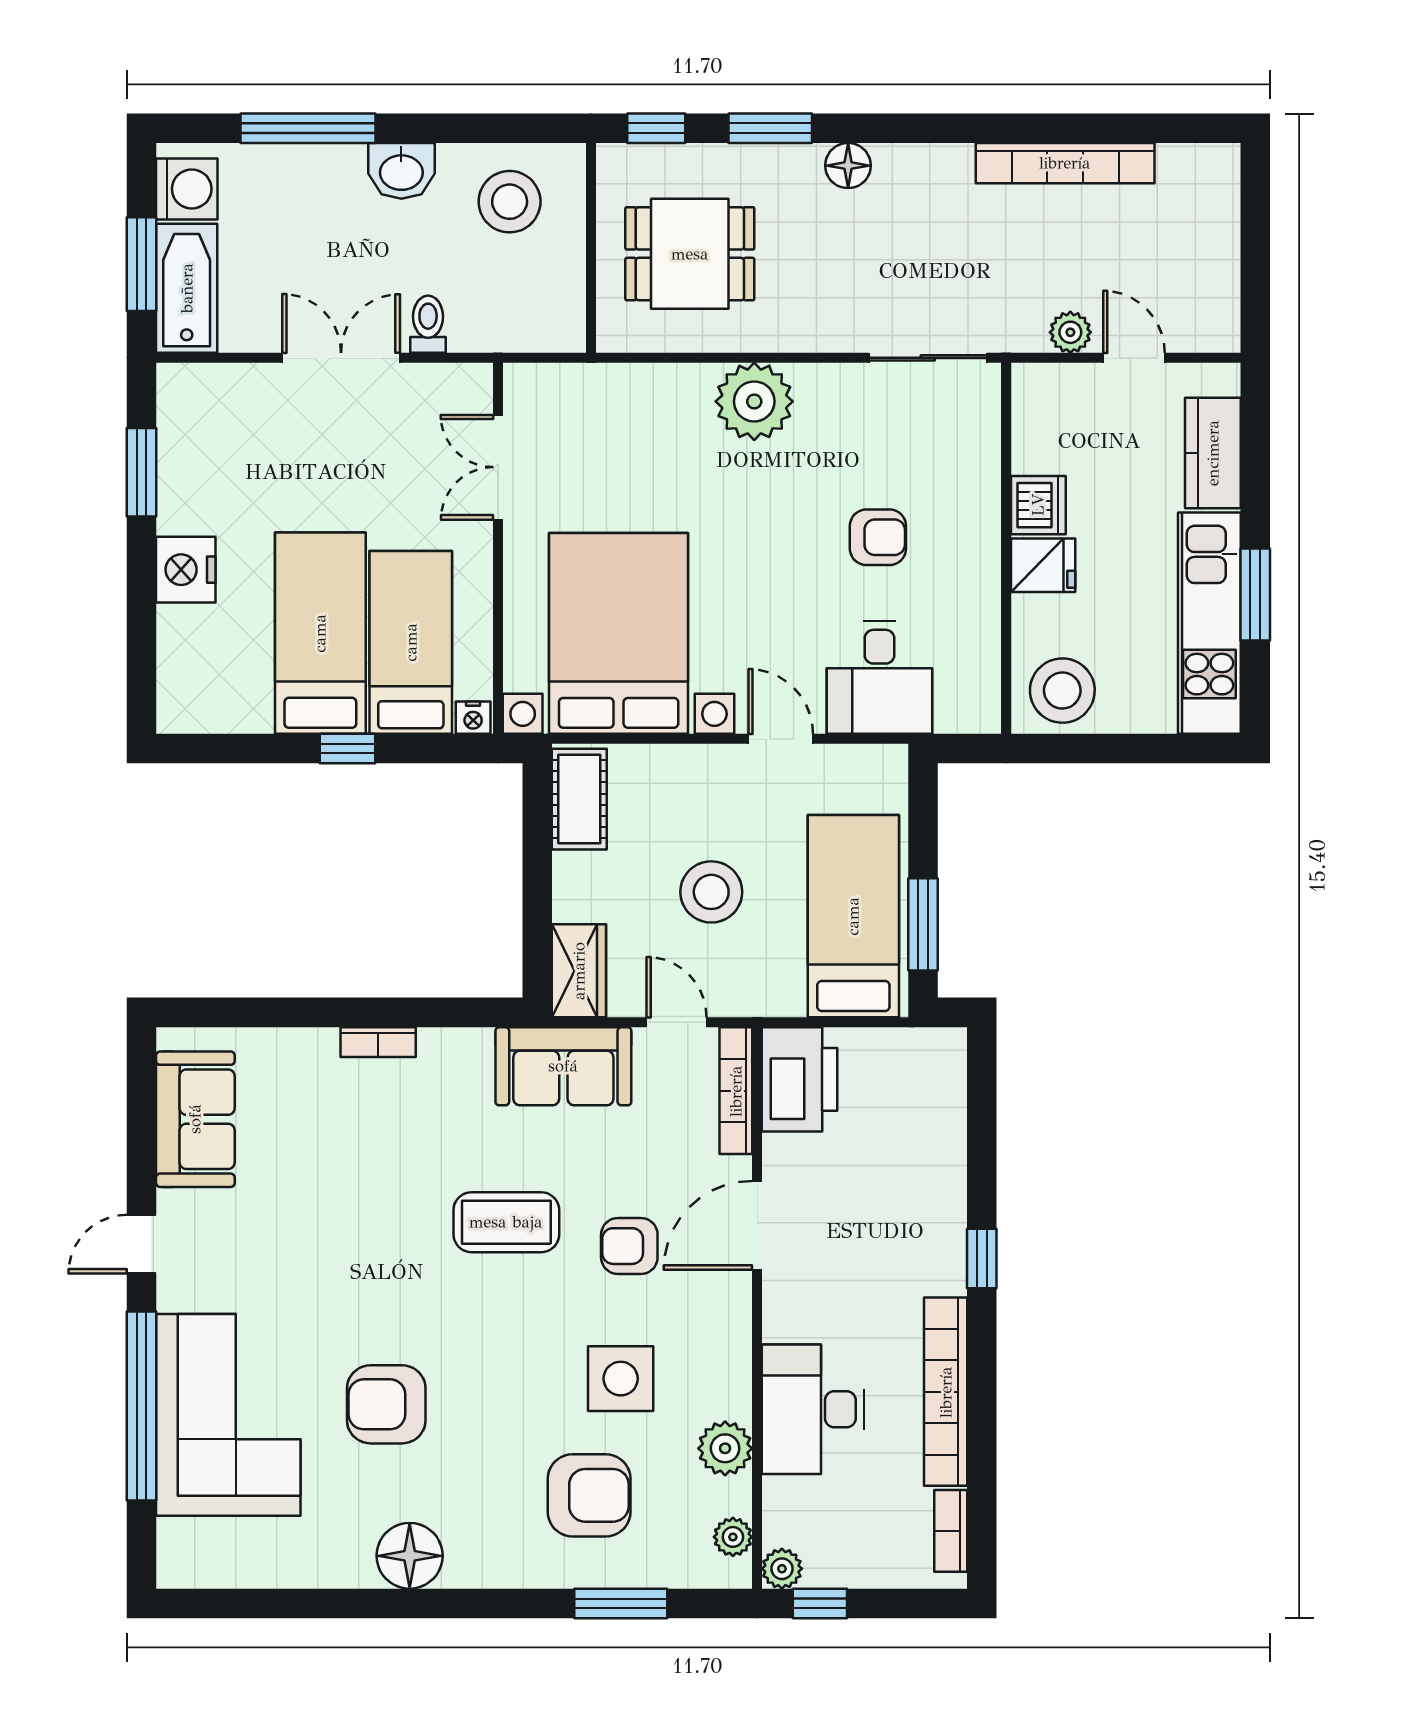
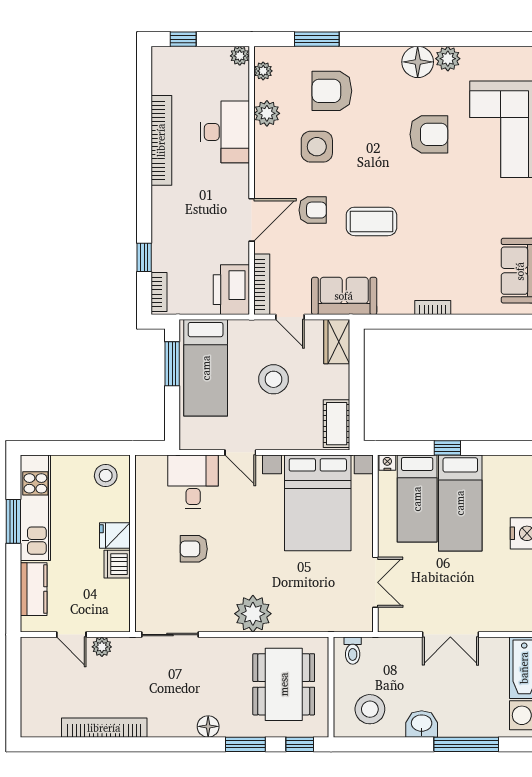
dining table: (690, 254) -> (284, 684), width x1.38
toilet: (428, 324) -> (353, 651), moved
stool: (1062, 691) -> (106, 476), width x0.73, depth x0.73
window: (982, 1259) -> (144, 257), moved
bookcase: (951, 1531) -> (159, 292), moved
plant: (347, 1563) -> (448, 59), added
window: (820, 1603) -> (183, 39), moved

